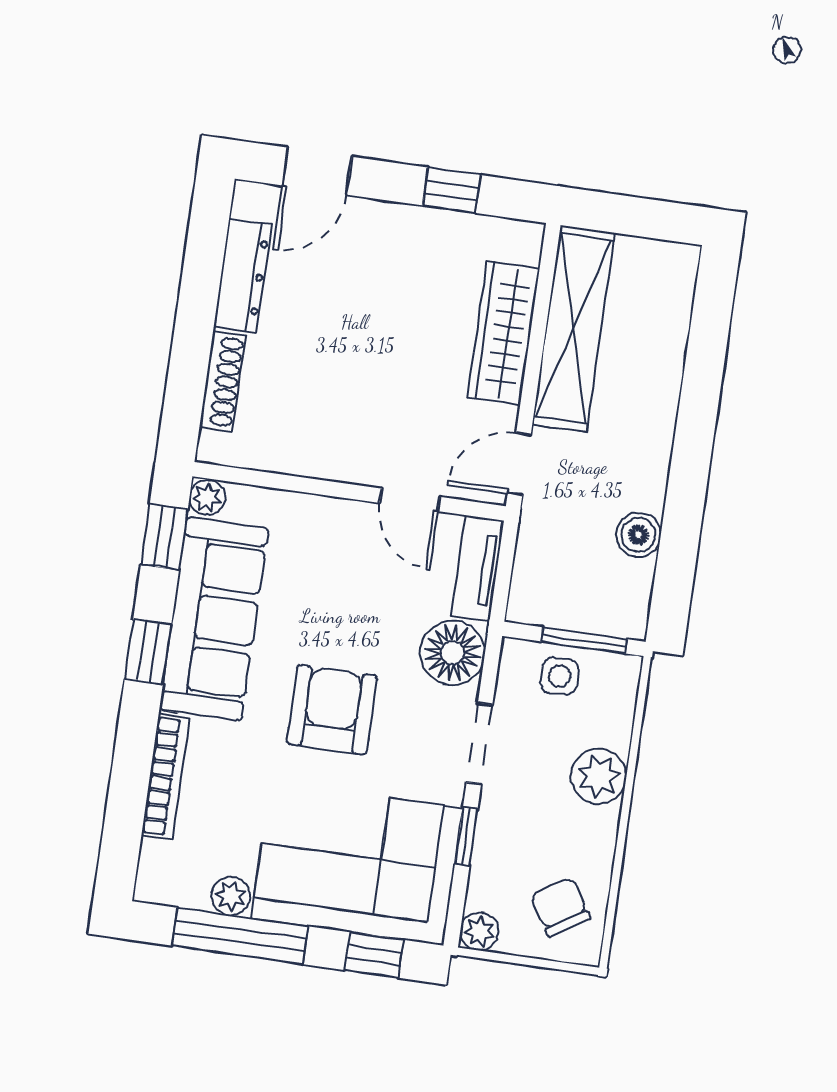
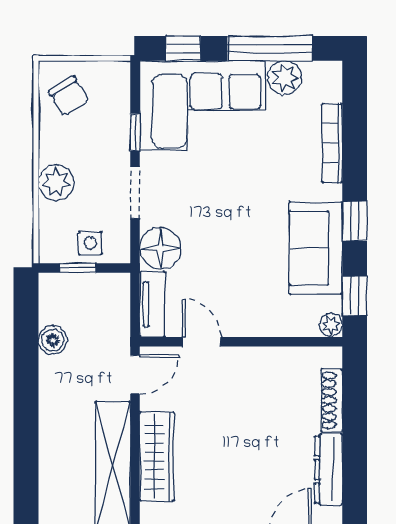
sofa: (214, 619) -> (316, 248), width x0.73
window: (584, 640) -> (78, 268), width x0.67
armchair: (332, 710) -> (232, 201), removed
plant: (231, 896) -> (284, 78), width x1.38, depth x1.38
plant: (479, 931) -> (118, 73), removed

